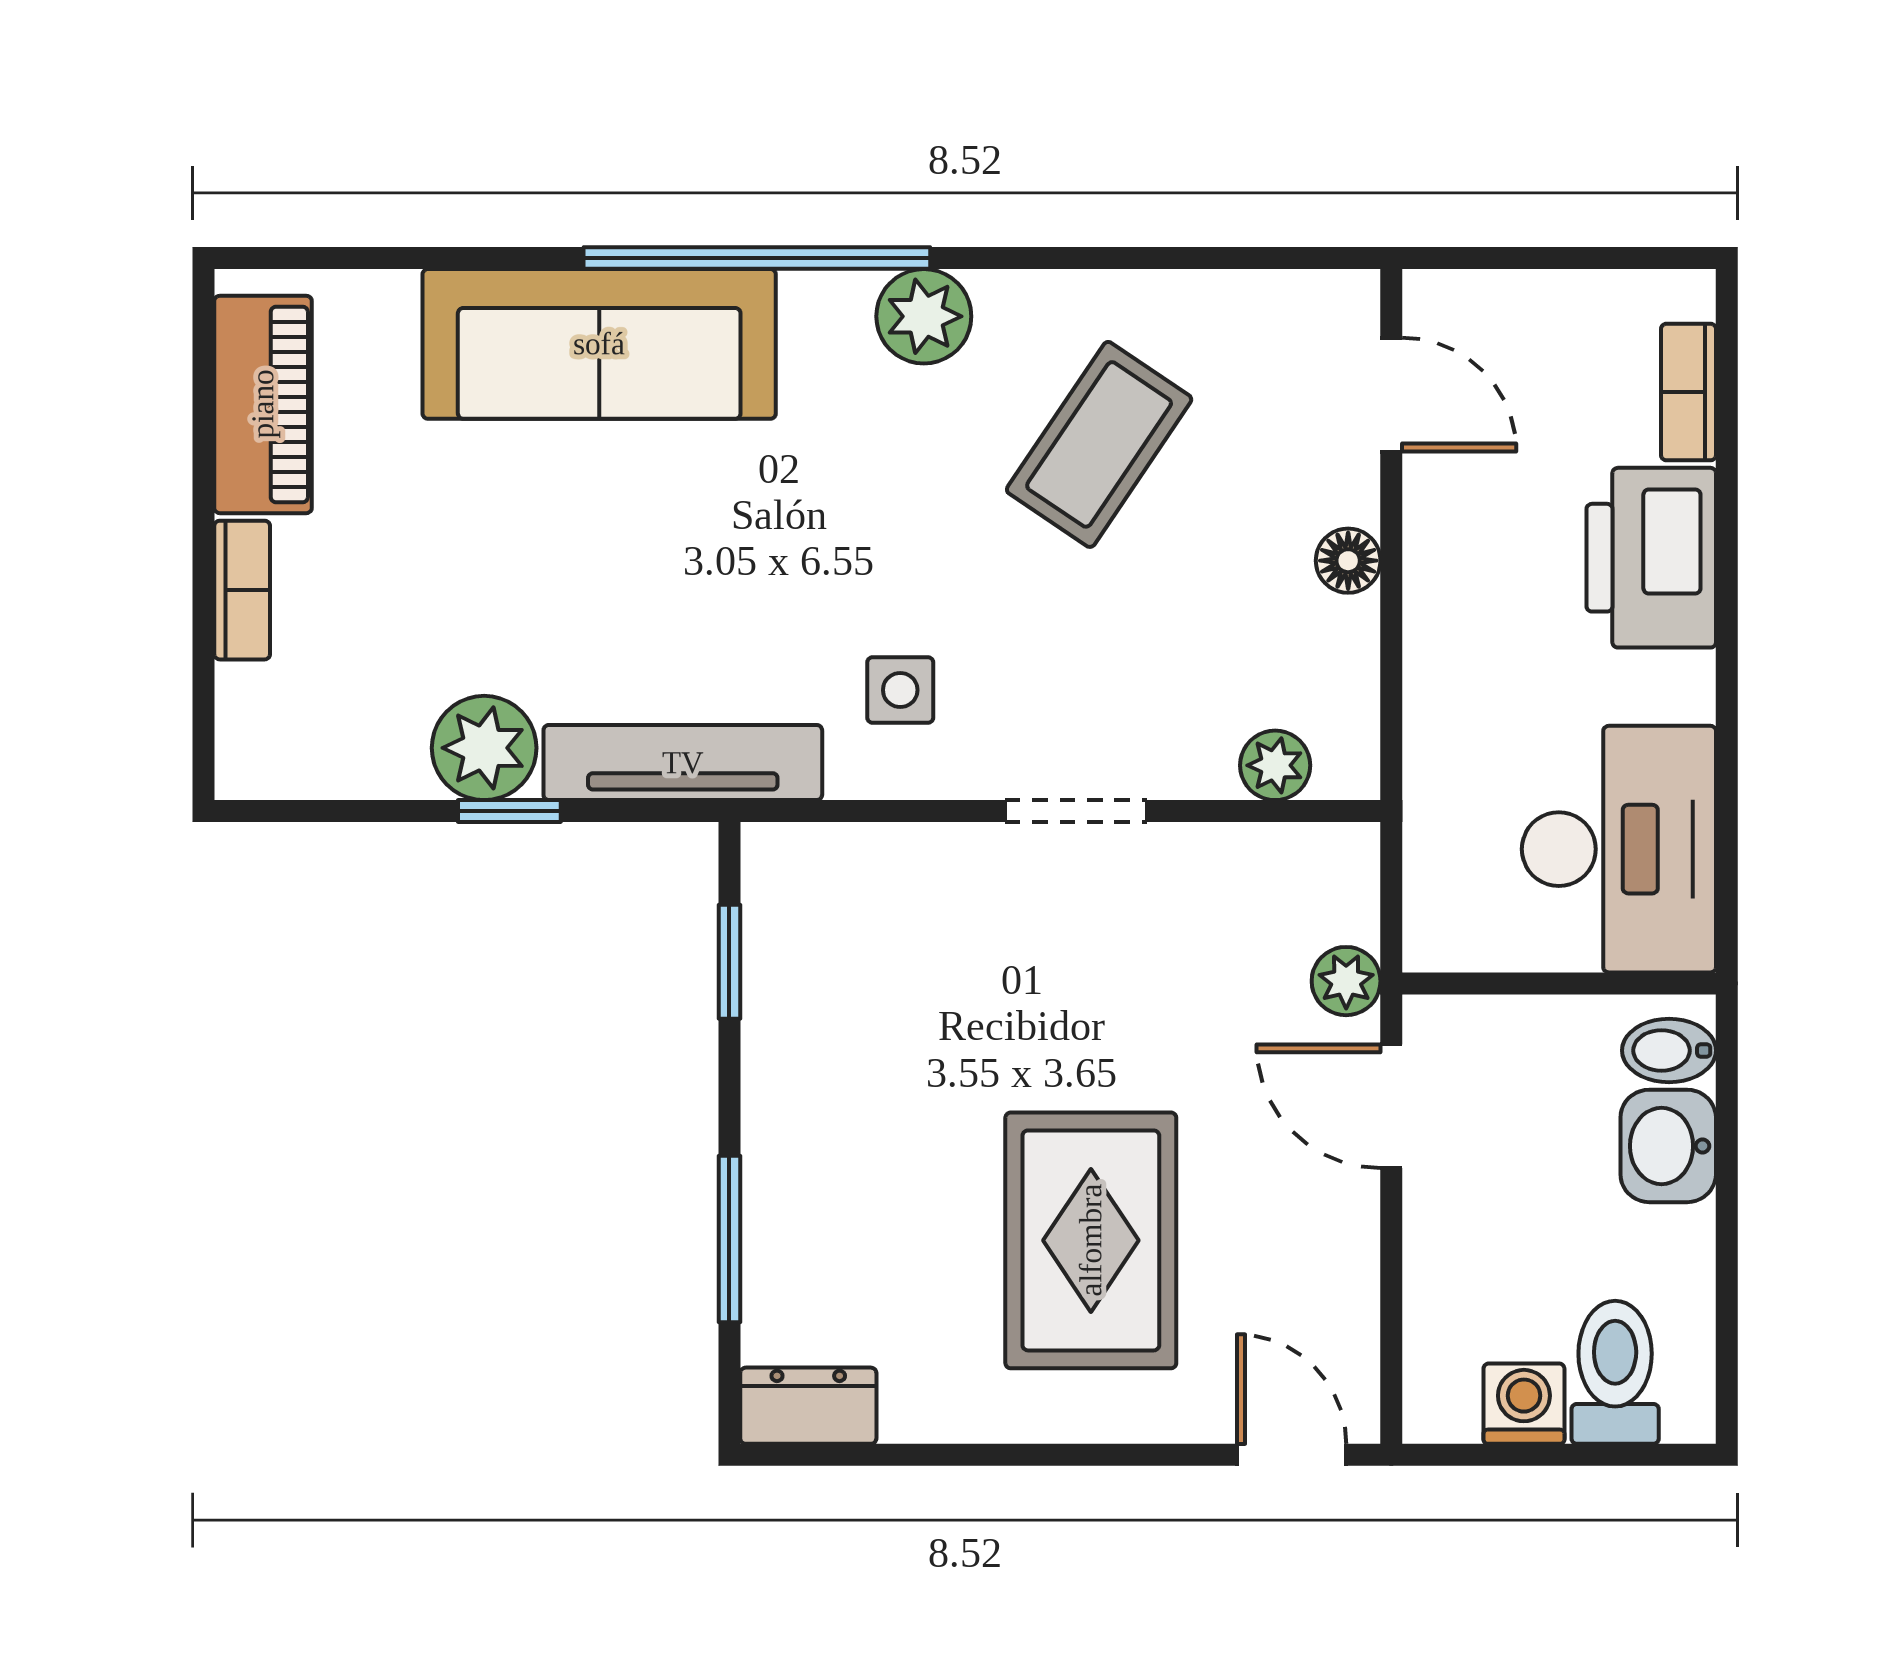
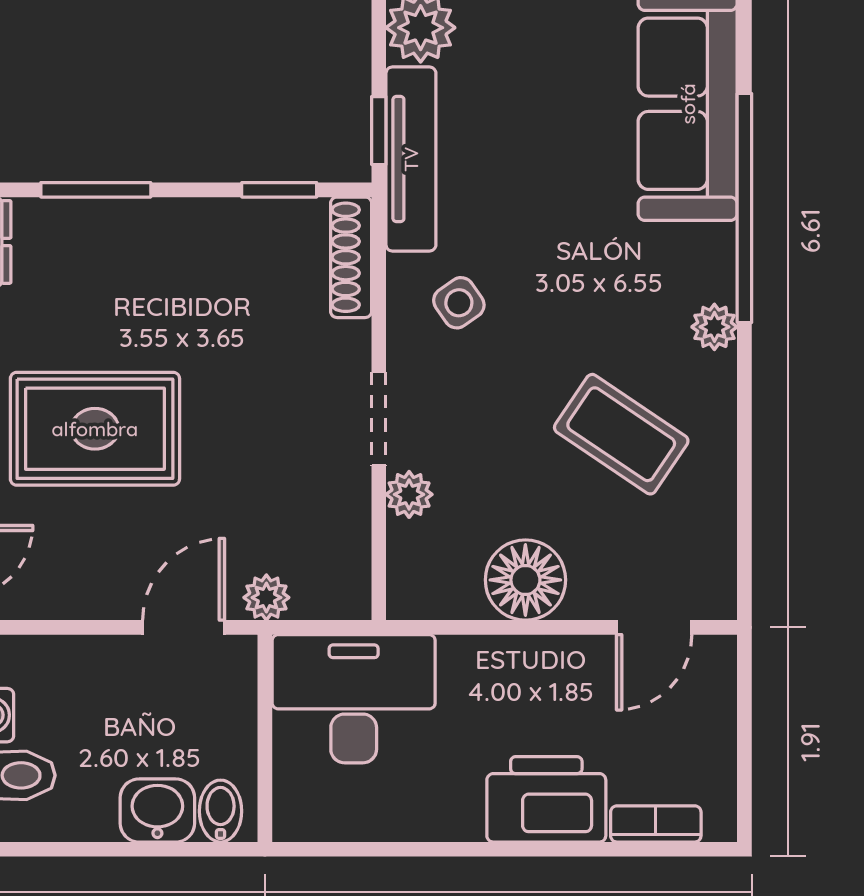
plant: (924, 316) -> (714, 327), width x0.73, depth x0.73
floor lamp: (1348, 561) -> (525, 580), width x1.89, depth x1.89
side table: (900, 690) -> (459, 303), turned -35
plant: (1275, 765) -> (409, 494), moved
window: (509, 811) -> (379, 131), moved
desk: (1619, 849) -> (354, 699), moved, turned 180
shoe rack: (831, 853) -> (351, 257), added

